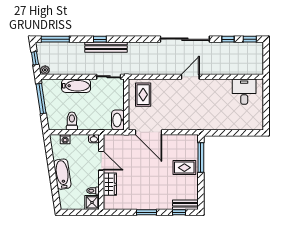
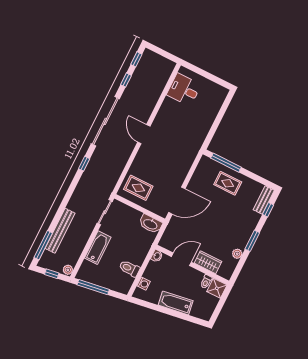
window: (100, 39) -> (84, 164), moved
bench: (106, 47) -> (60, 231), moved
rug: (184, 168) -> (228, 183), turned 90
plant: (129, 205) -> (237, 254), added

